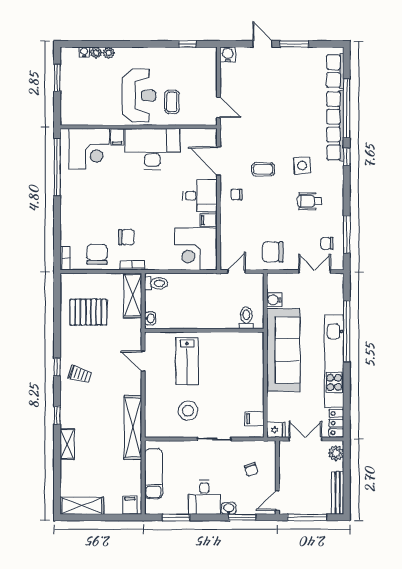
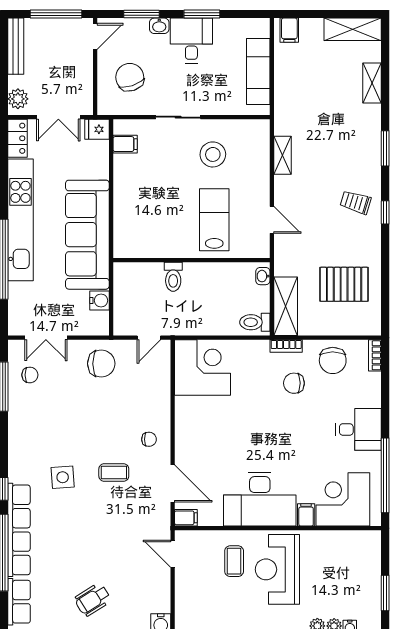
desk: (200, 196) -> (358, 429), moved, turned 180
wheelchair: (309, 201) -> (93, 600), moved, turned 148
filing cabinet: (209, 220) -> (186, 518), moved
toilet: (246, 318) -> (173, 277), moved
window: (57, 415) -> (385, 148), width x1.50
shelving: (133, 428) -> (282, 155), width x0.45, depth x0.75
shelving: (67, 444) -> (372, 83), moved
chair: (251, 469) -> (130, 77), width x1.87, depth x1.87
window: (176, 517) -> (202, 14), moved

